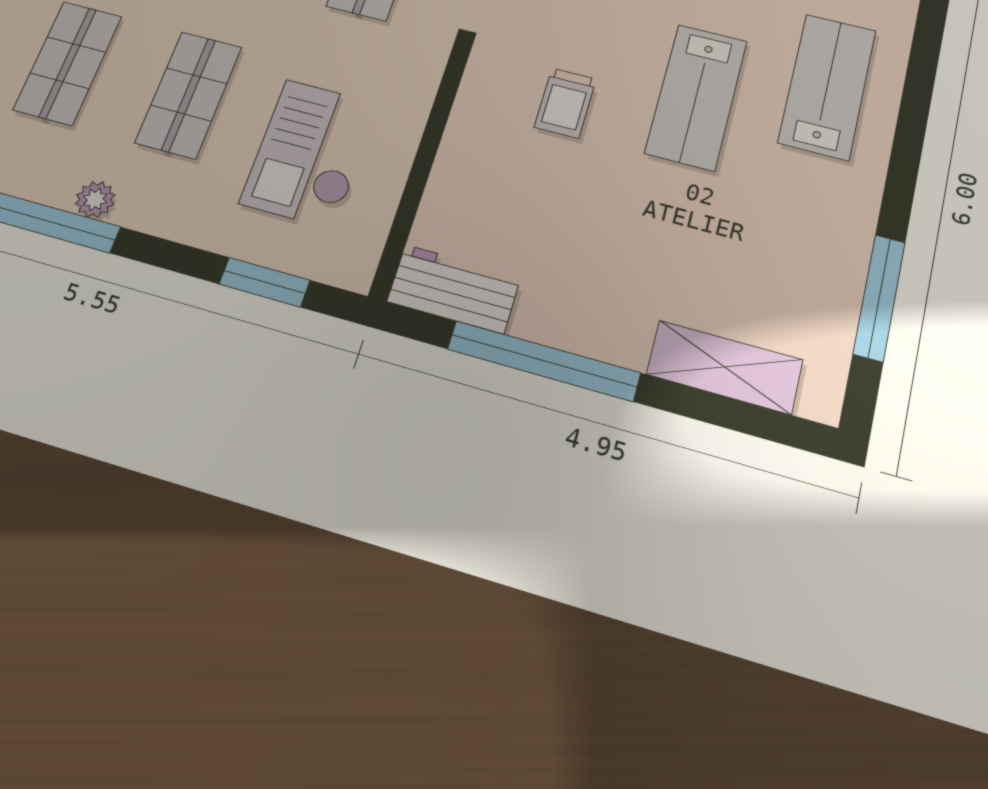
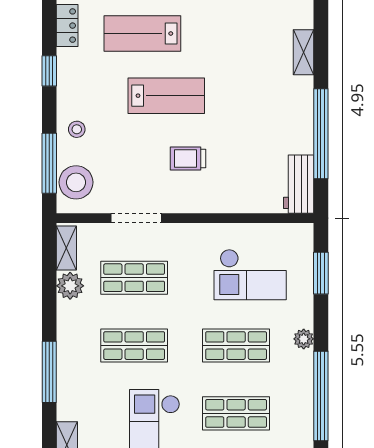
trolley: (565, 103) -> (188, 159), turned 180
plant: (95, 199) -> (304, 339), moved
shelving: (724, 367) -> (304, 52), width x0.67, depth x0.75

